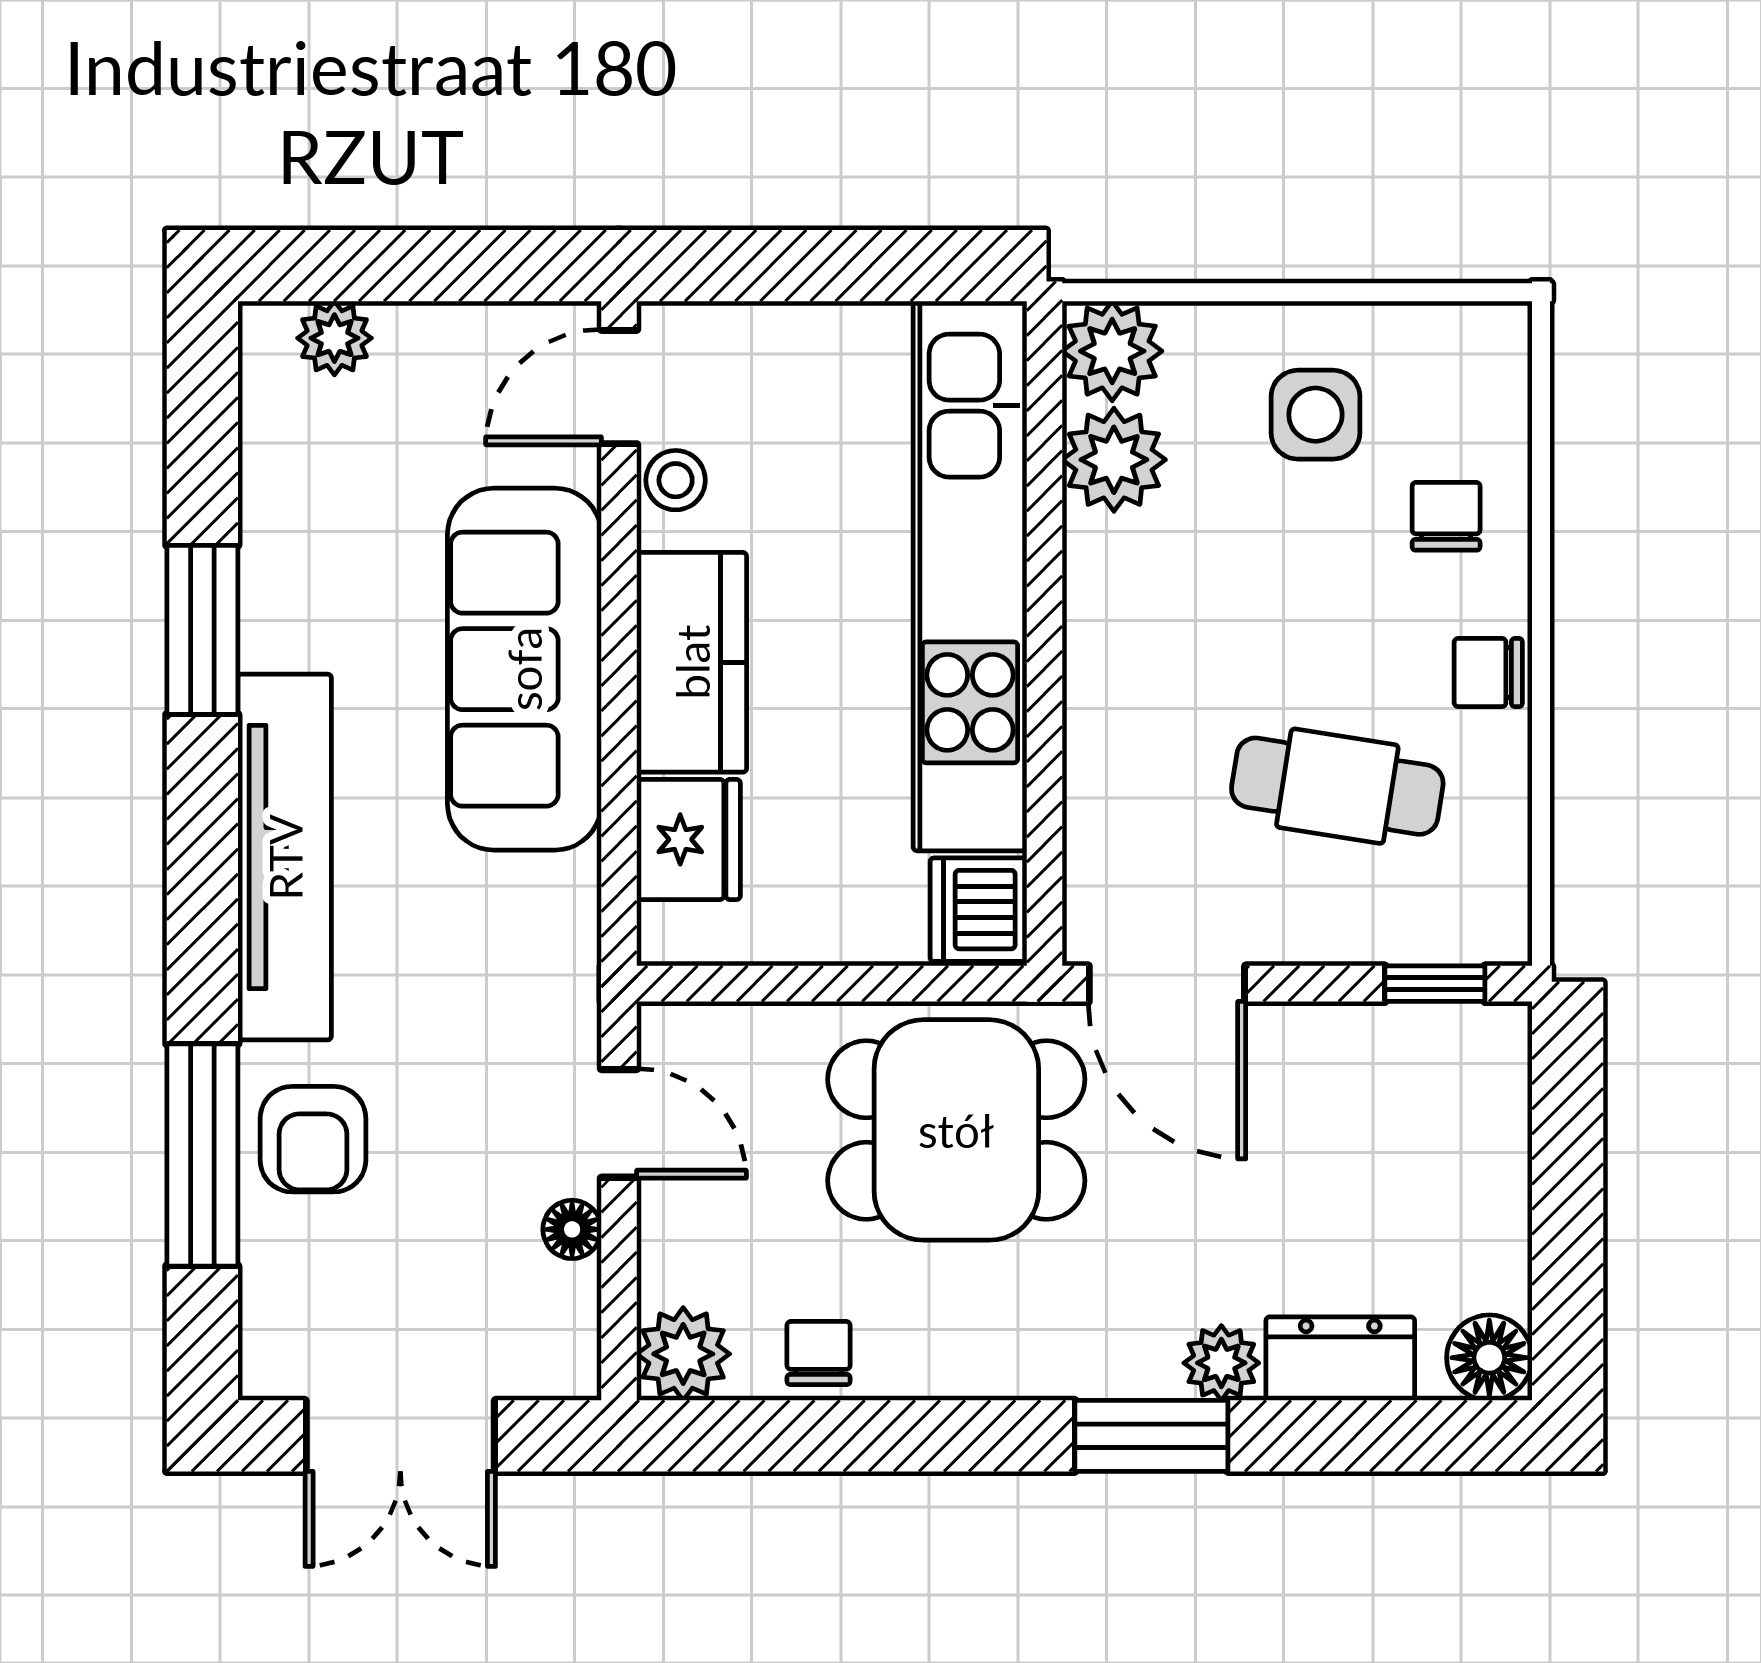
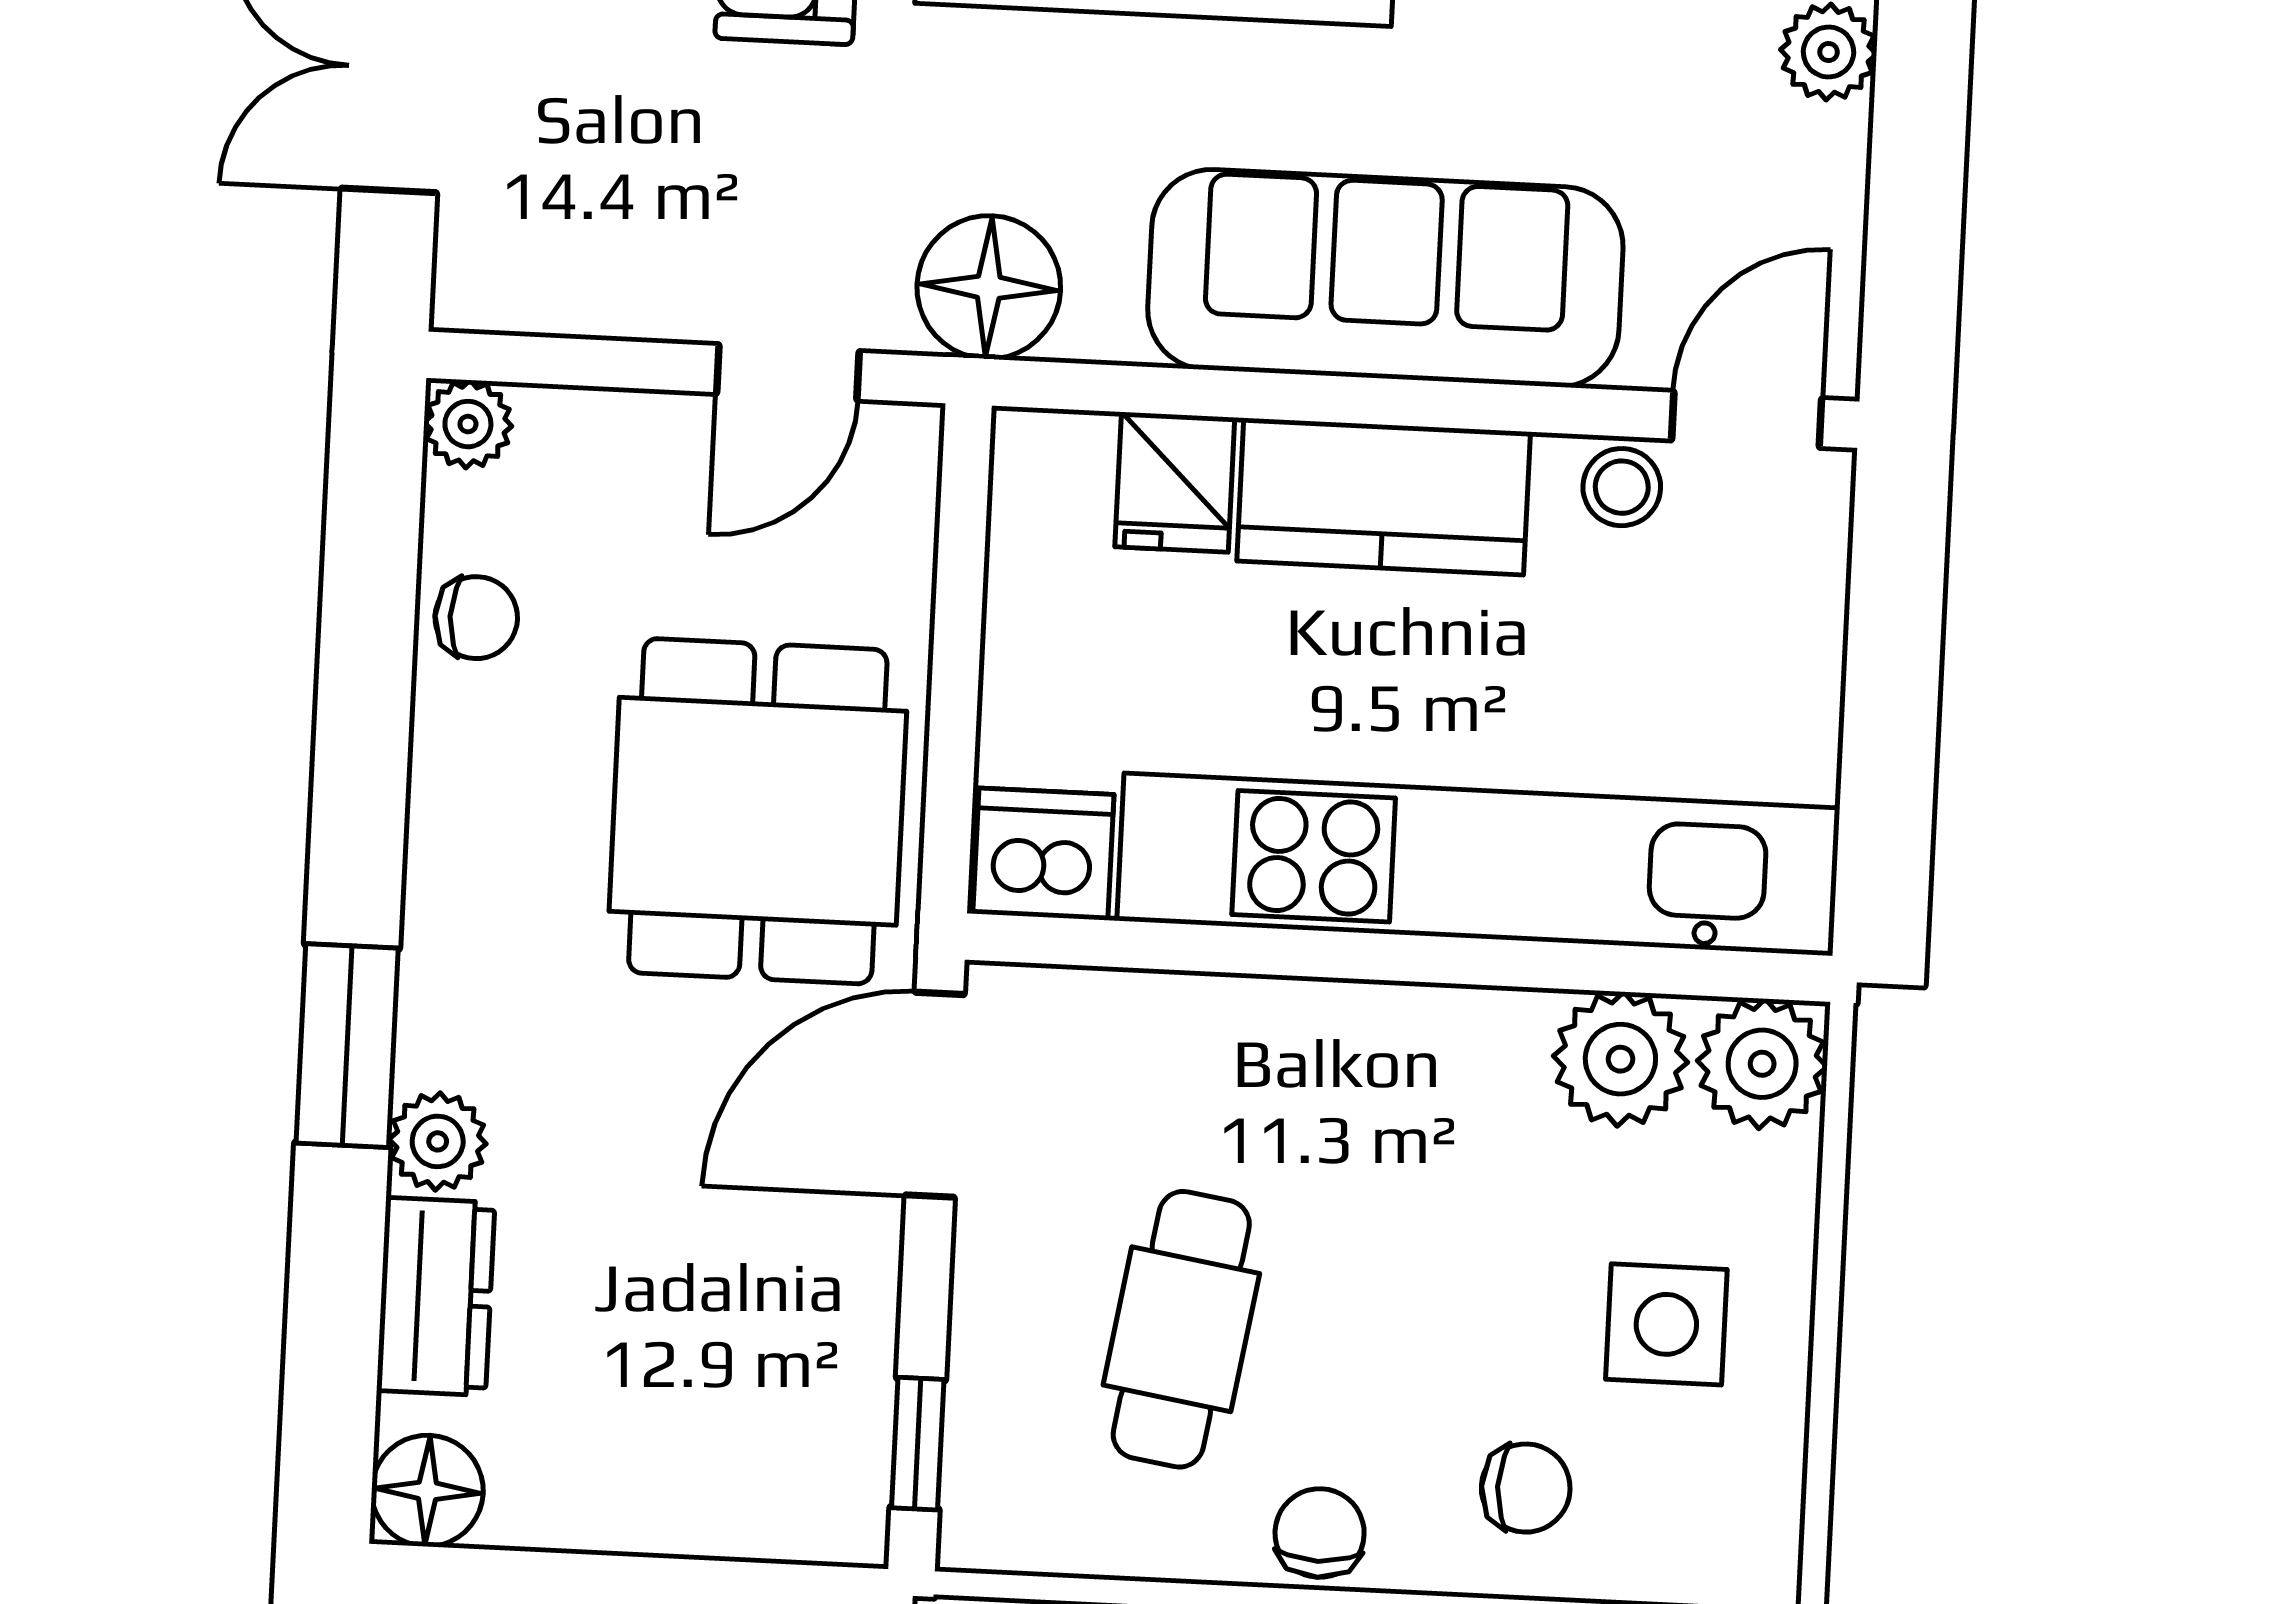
door: (619, 387) -> (1747, 419), hinge flipped
fridge: (689, 839) -> (1175, 482), width x0.72
floor lamp: (572, 1229) -> (989, 287), moved, width x1.89, depth x1.89
plant: (683, 1354) -> (468, 424), width x0.73, depth x0.73

